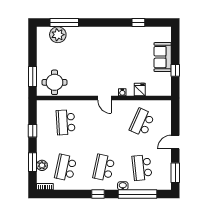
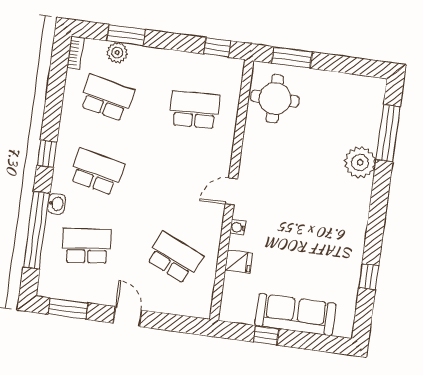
plant: (58, 35) -> (360, 162), moved
sofa: (163, 57) -> (295, 315), width x1.36
window: (33, 131) -> (217, 47), moved

